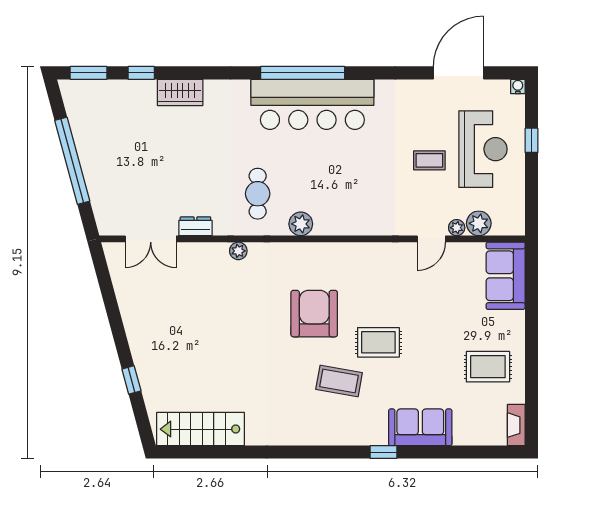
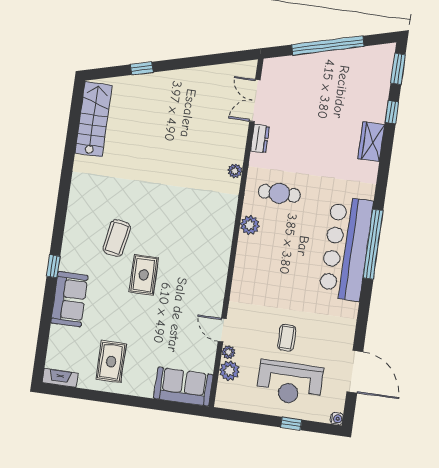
armchair: (314, 314) -> (175, 226), removed

